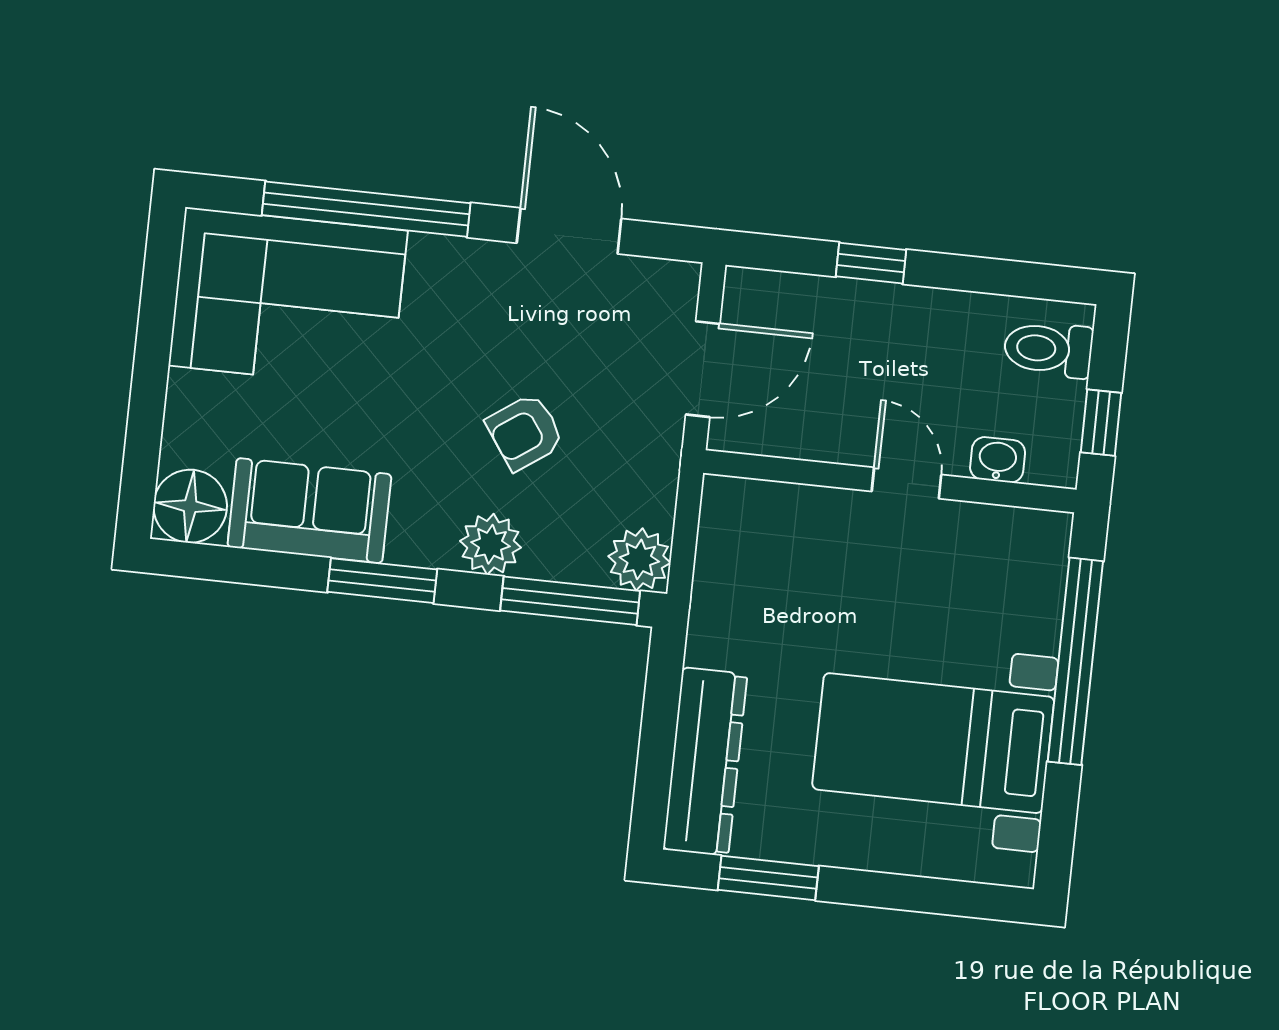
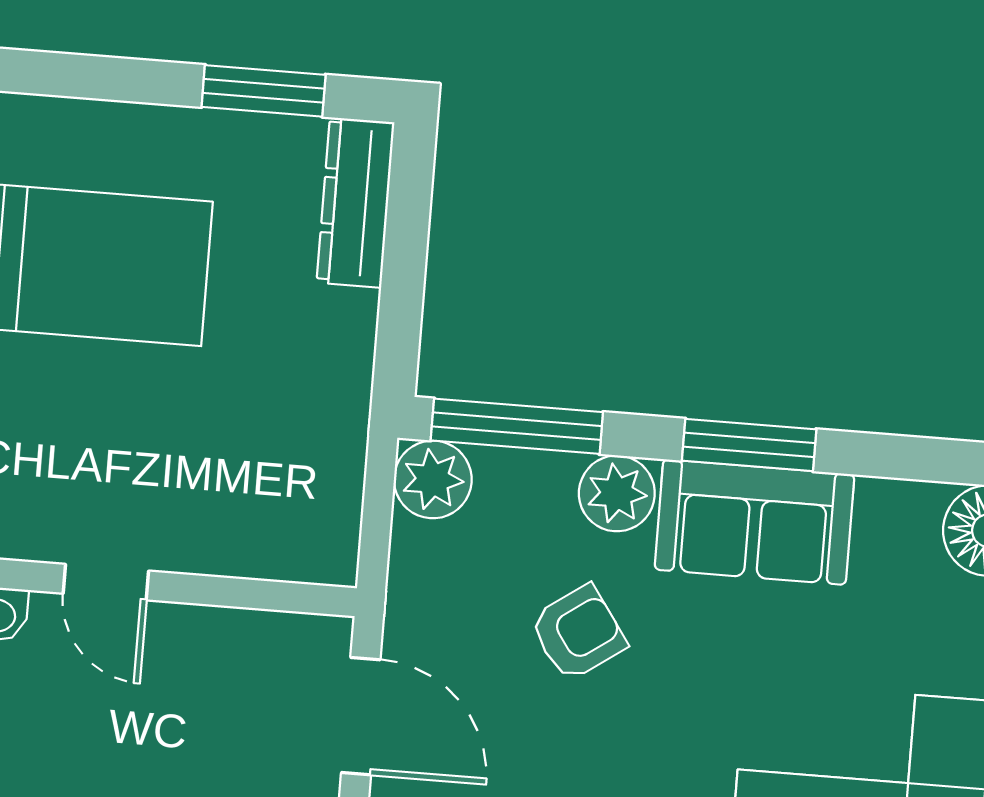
door: (703, 369) -> (361, 716), swing flipped
sofa: (309, 511) -> (754, 522), moved
dresser: (705, 762) -> (355, 202), width x0.73, depth x0.80

